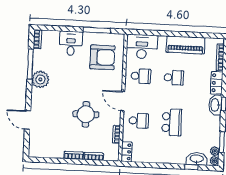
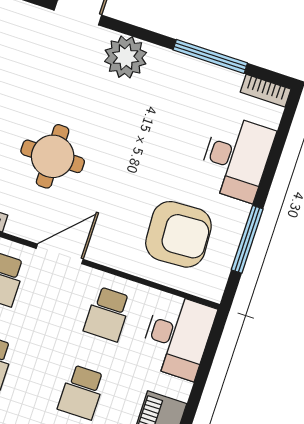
desk: (71, 43) -> (236, 158), width x1.37
armchair: (102, 57) -> (178, 234), turned -93
plant: (40, 79) -> (126, 57), moved

